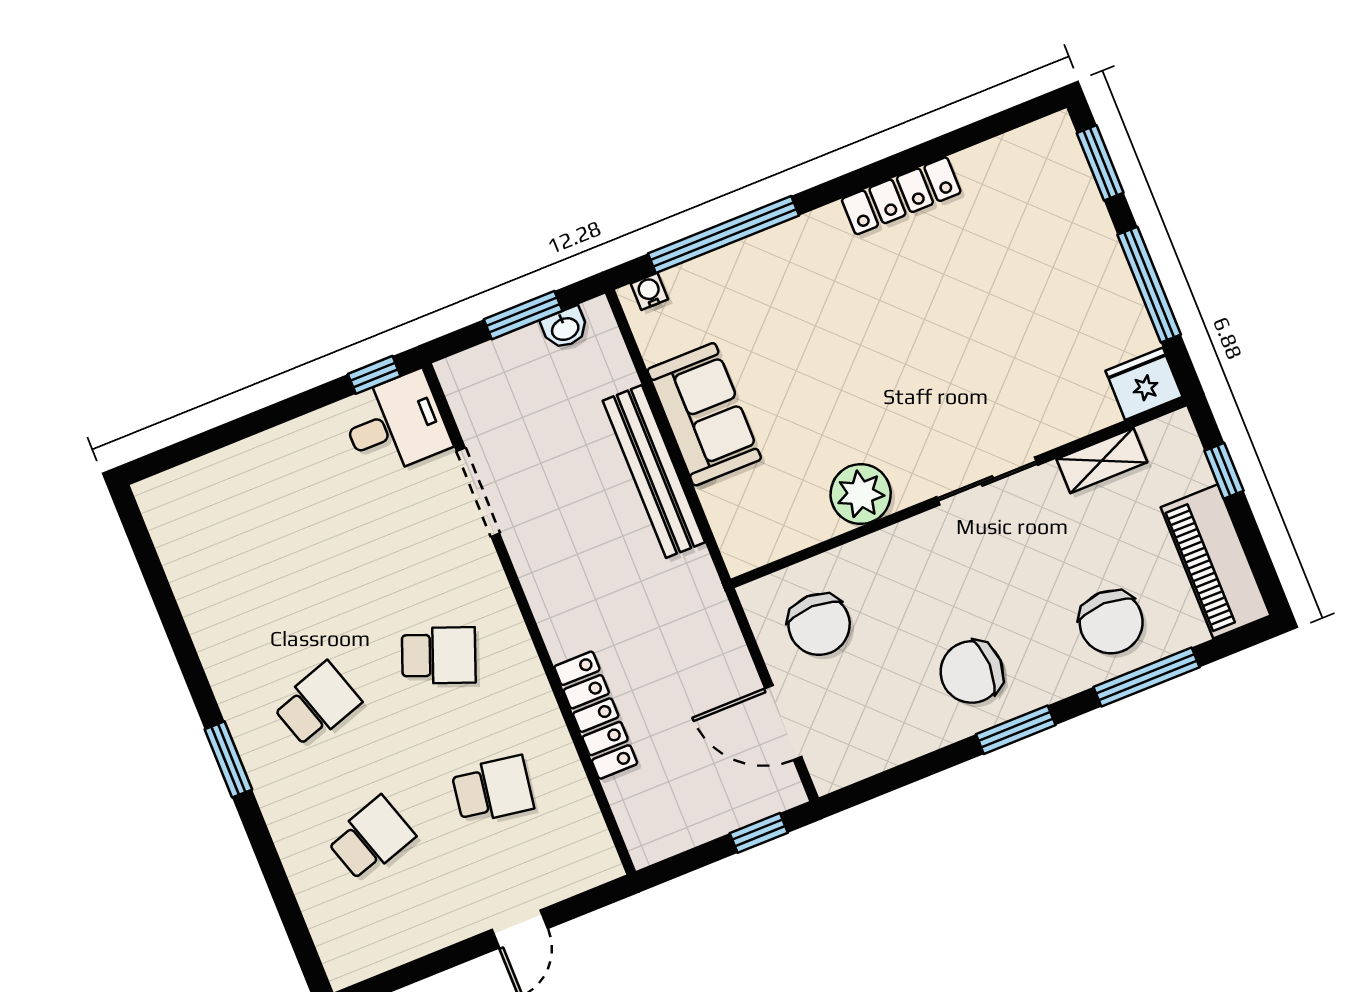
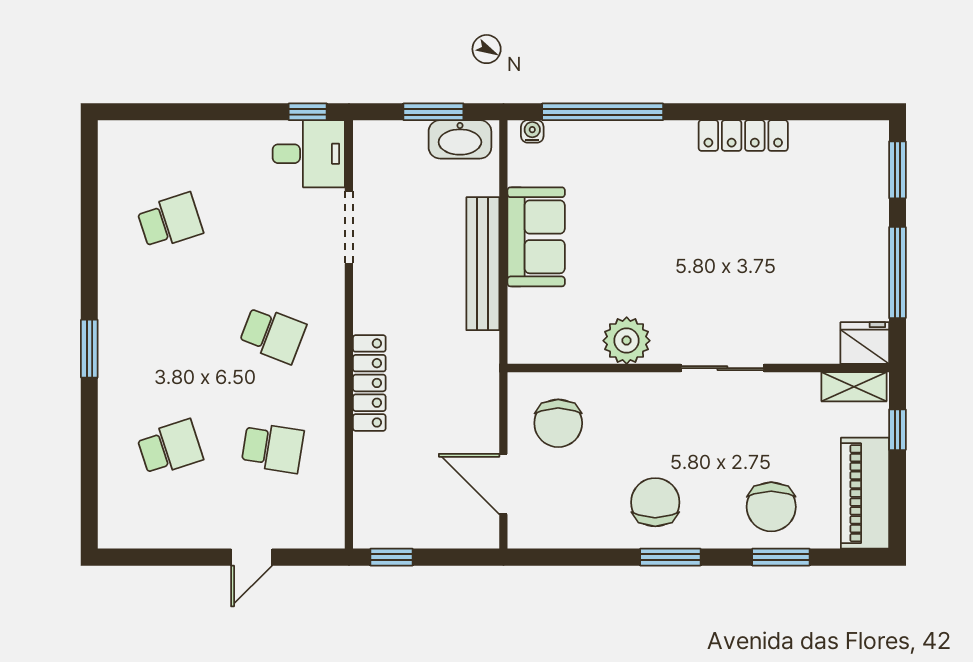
washbasin: (565, 328) -> (460, 139), width x1.91, depth x1.45
shelving: (1102, 461) -> (854, 387), moved
chair: (972, 672) -> (655, 502), turned 90
window: (1147, 677) -> (781, 557), width x0.69
school desk: (317, 704) -> (170, 221), moved
locker: (596, 715) -> (369, 383), moved
window: (759, 833) -> (392, 557), moved

